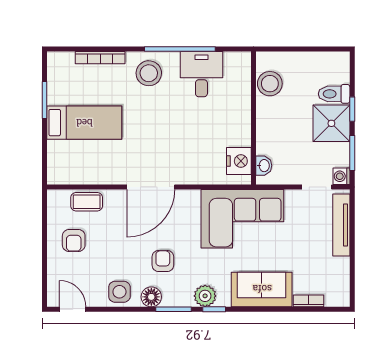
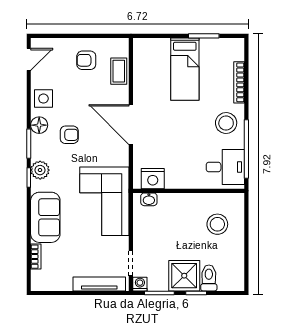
wall: (254, 118) -> (189, 191), moved
nightstand: (239, 161) -> (153, 179), moved
washbasin: (264, 166) -> (149, 199), moved

